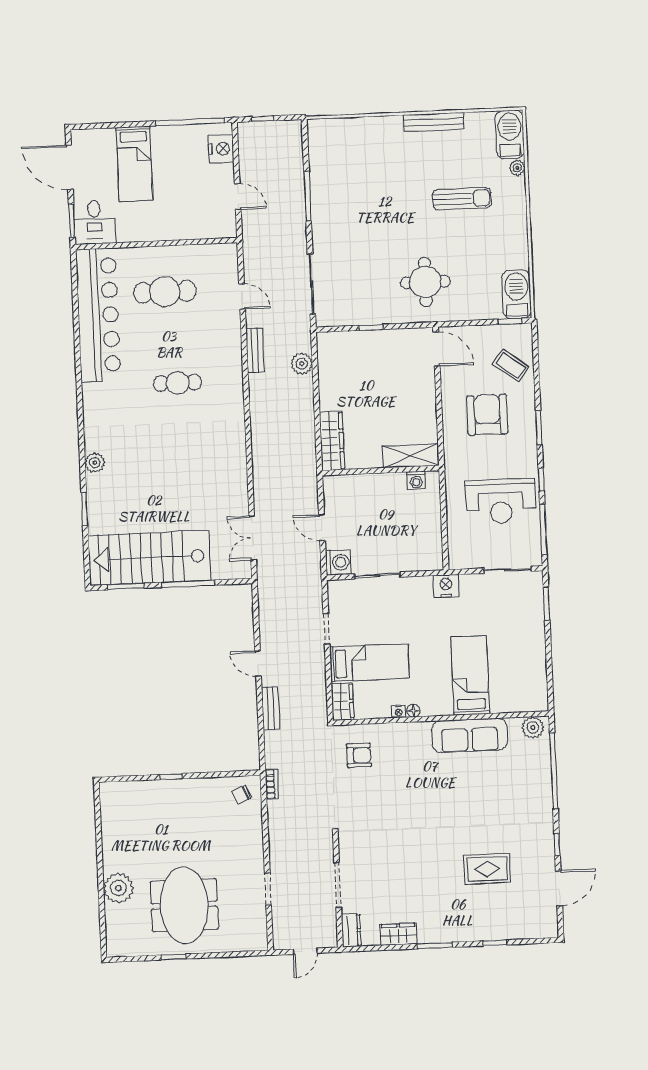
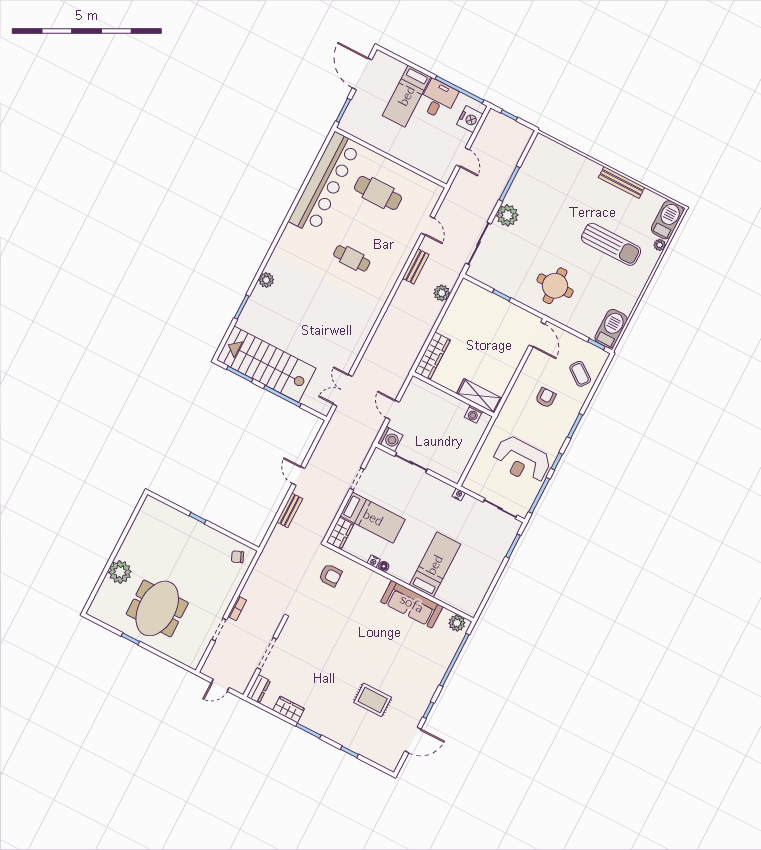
sun lounger: (462, 199) -> (611, 244), width x1.36, depth x1.34
desk: (94, 222) -> (438, 99), moved, turned 180
plant: (326, 233) -> (507, 215), added
armchair: (487, 415) -> (546, 398), width x0.53, depth x0.53
nightstand: (446, 586) -> (459, 495), width x0.53, depth x0.56
bookcase: (272, 784) -> (237, 608), moved

